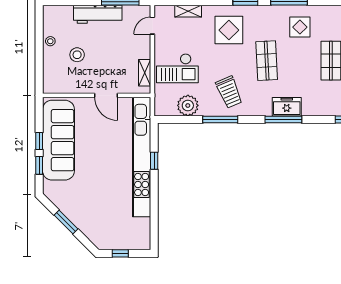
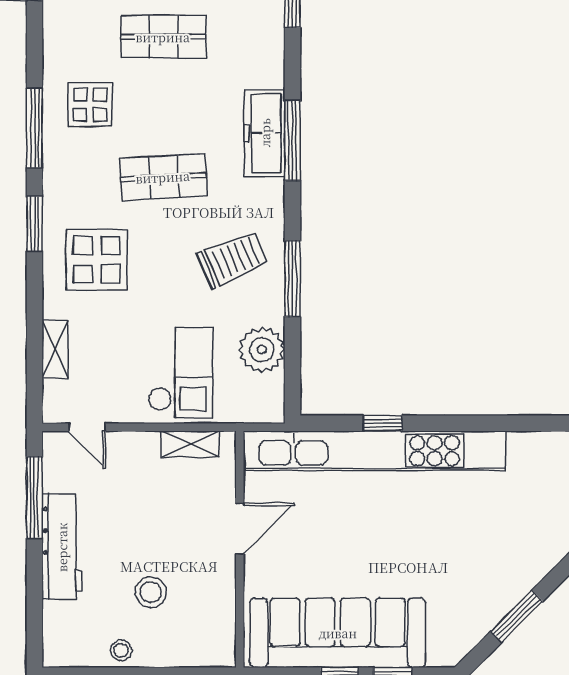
freezer: (287, 107) -> (265, 133), width x1.40

